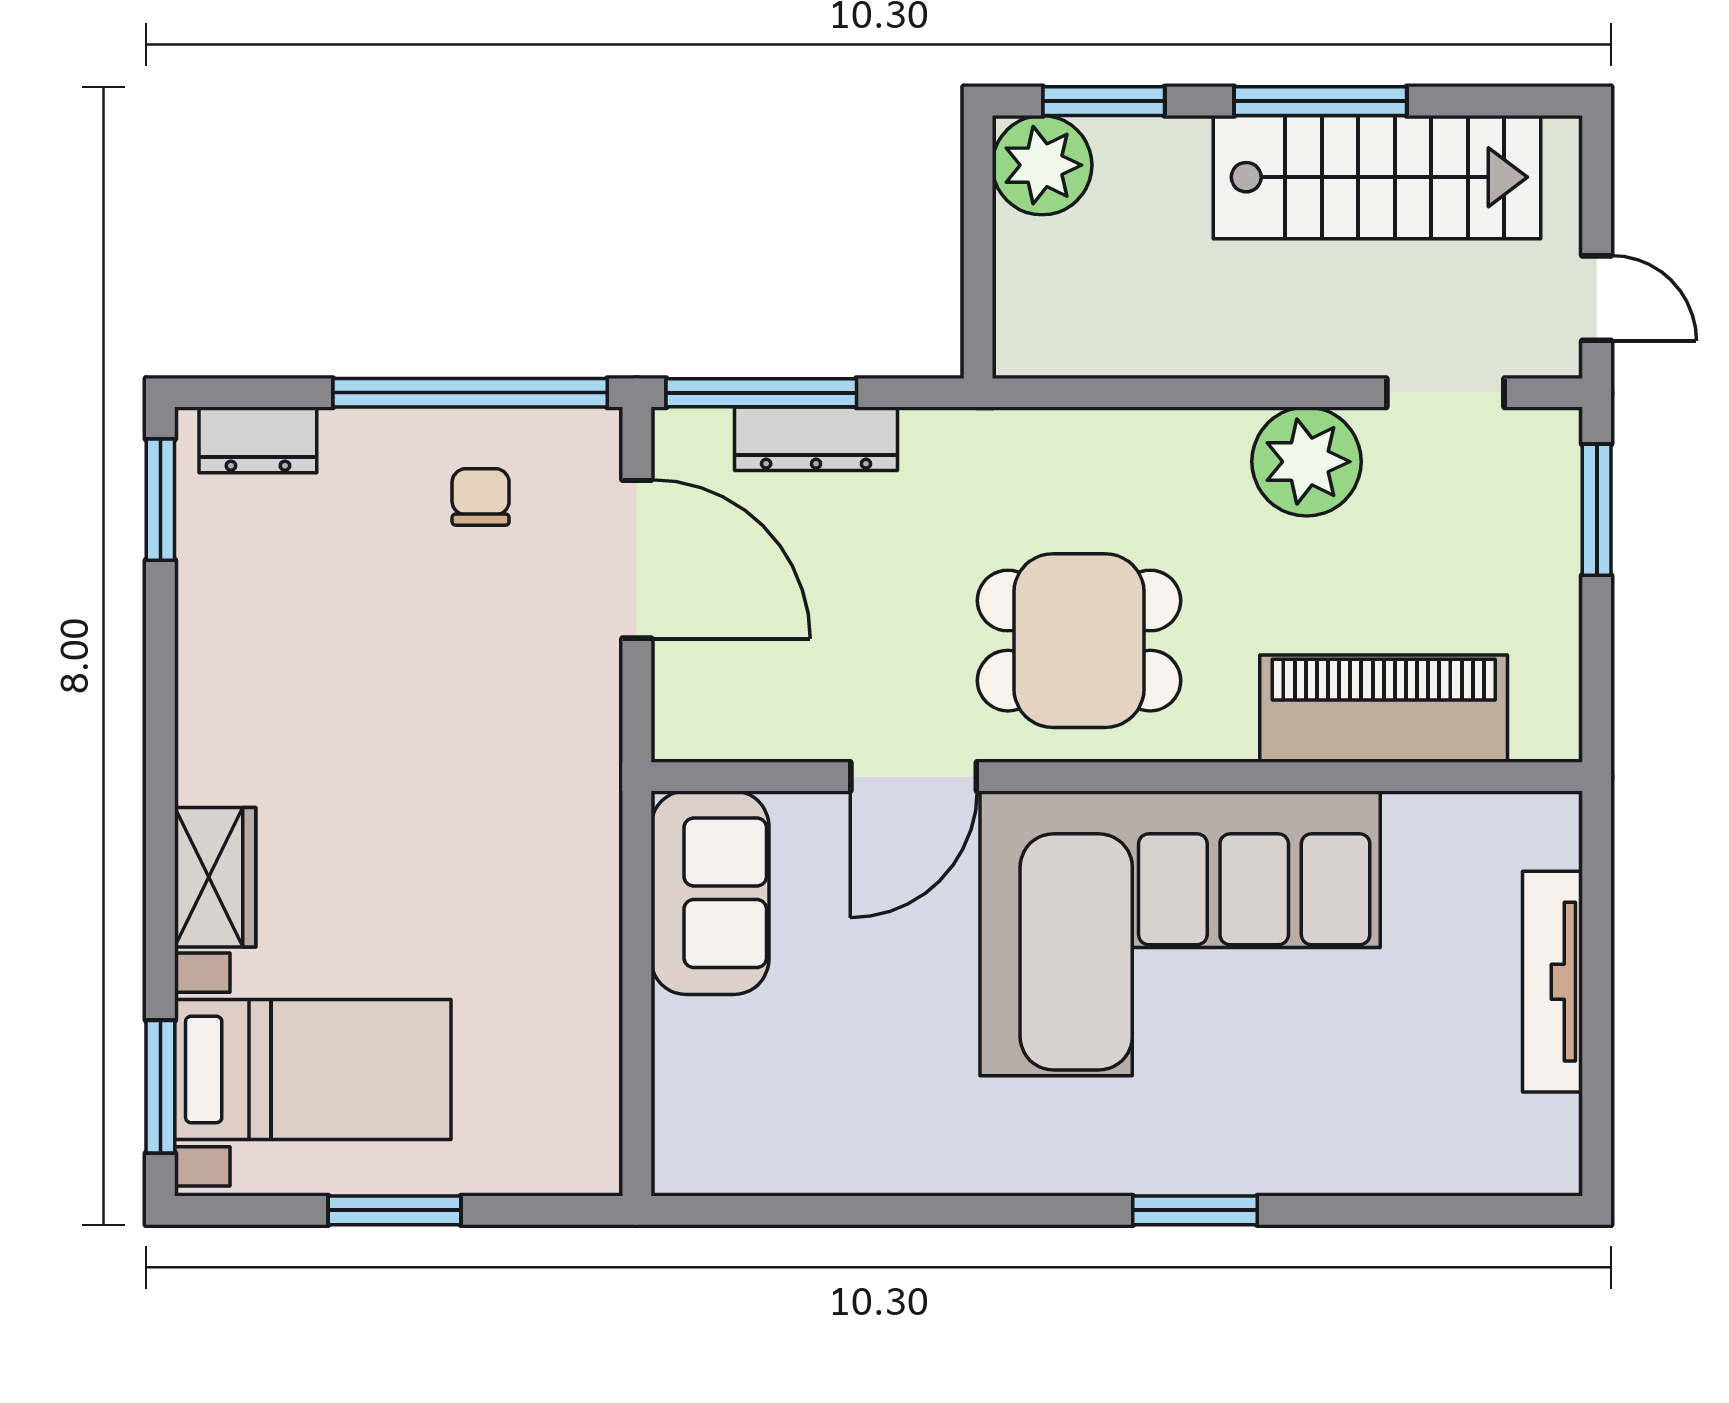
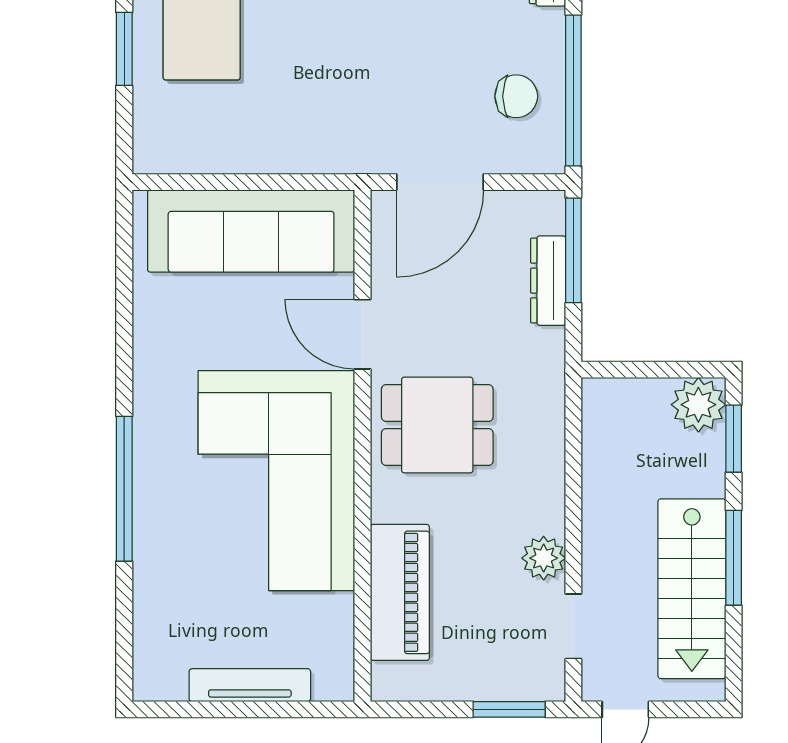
plant: (1307, 462) -> (544, 558), width x0.73, depth x0.73
chair: (481, 497) -> (516, 96), width x1.37, depth x1.37
door: (637, 559) -> (440, 182), moved
dining table: (1079, 641) -> (437, 425), turned 90
sofa: (710, 893) -> (251, 231), width x1.85, depth x1.27
window: (1195, 1210) -> (124, 489), width x2.11

